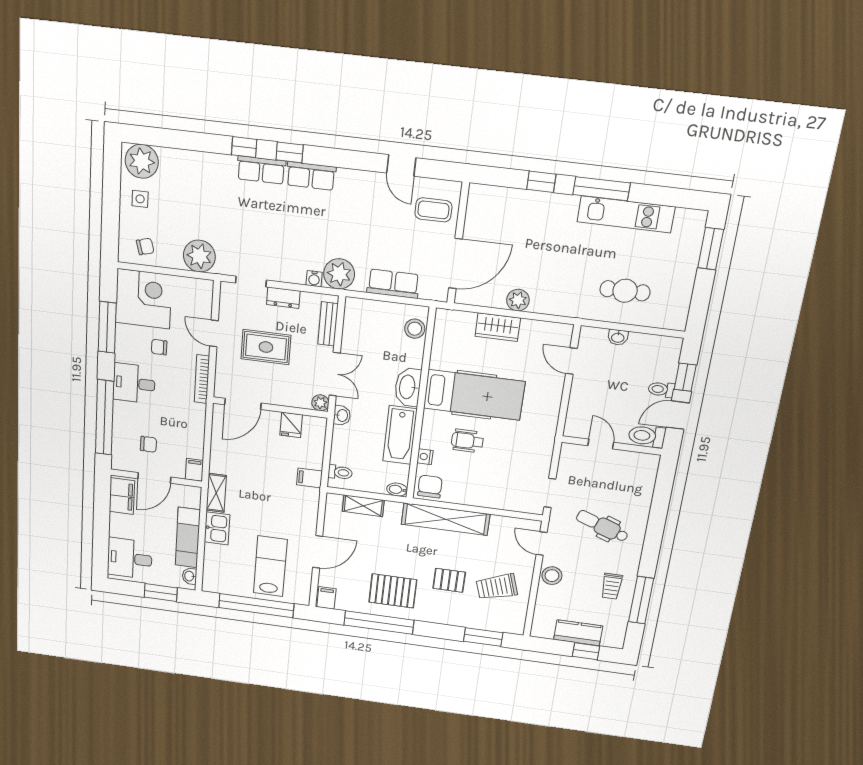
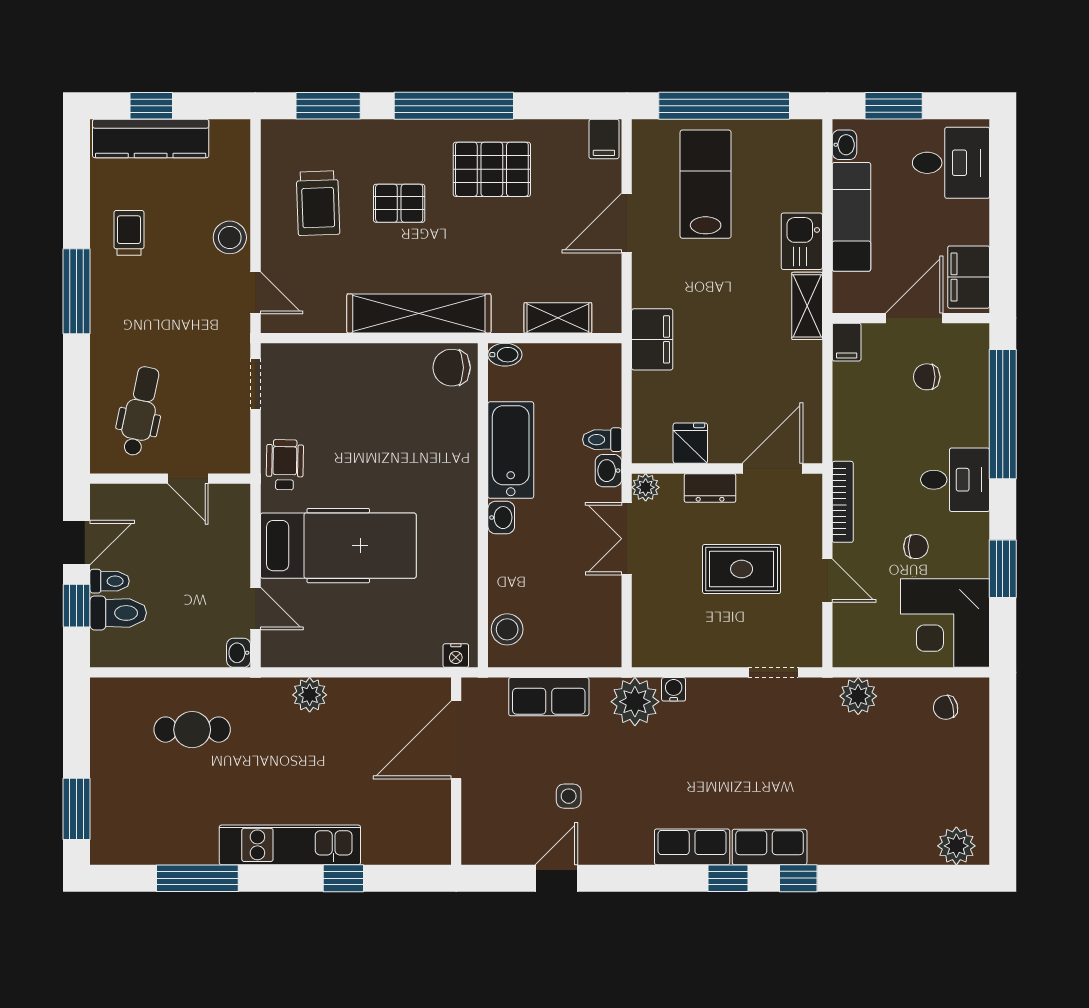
plant: (142, 161) -> (956, 846), width x0.73, depth x0.73
door: (401, 165) -> (556, 878), hinge flipped
window: (602, 189) -> (197, 878), moved
side table: (140, 199) -> (569, 796), moved
coffee table: (433, 210) -> (500, 818), removed
kitchen unit: (626, 214) -> (290, 845), moved
plant: (199, 256) -> (858, 696), width x0.73, depth x0.73
dresser: (283, 298) -> (710, 488), moved, turned 180
plant: (518, 300) -> (310, 695), moved
bench: (328, 324) -> (645, 620), removed
window: (107, 327) -> (1003, 569), width x0.69
wardrobe: (498, 327) -> (378, 648), removed
washbasin: (618, 337) -> (239, 653), moved, turned -90
washbasin: (408, 387) -> (501, 518), width x0.52, depth x0.69
hospital bed: (474, 395) -> (338, 546), moved, turned 180
toilet: (647, 436) -> (118, 613), moved
wheelchair: (467, 441) -> (285, 465), moved, turned -89
nightstand: (425, 457) -> (456, 656), moved, turned 90
toilet: (340, 472) -> (602, 440), moved
filing cabinet: (309, 478) -> (652, 339), width x2.00
chair: (430, 487) -> (452, 368), turned 90
dental chair: (602, 526) -> (140, 411), moved, turned -98
lab bench: (270, 566) -> (706, 184), turned 180
trolley: (497, 587) -> (318, 203), turned 106
window: (641, 600) -> (77, 291), moved
window: (379, 623) -> (454, 106), moved
kitchen counter: (578, 633) -> (151, 138), width x1.50

